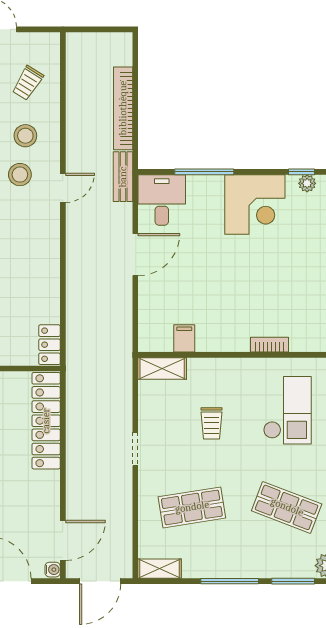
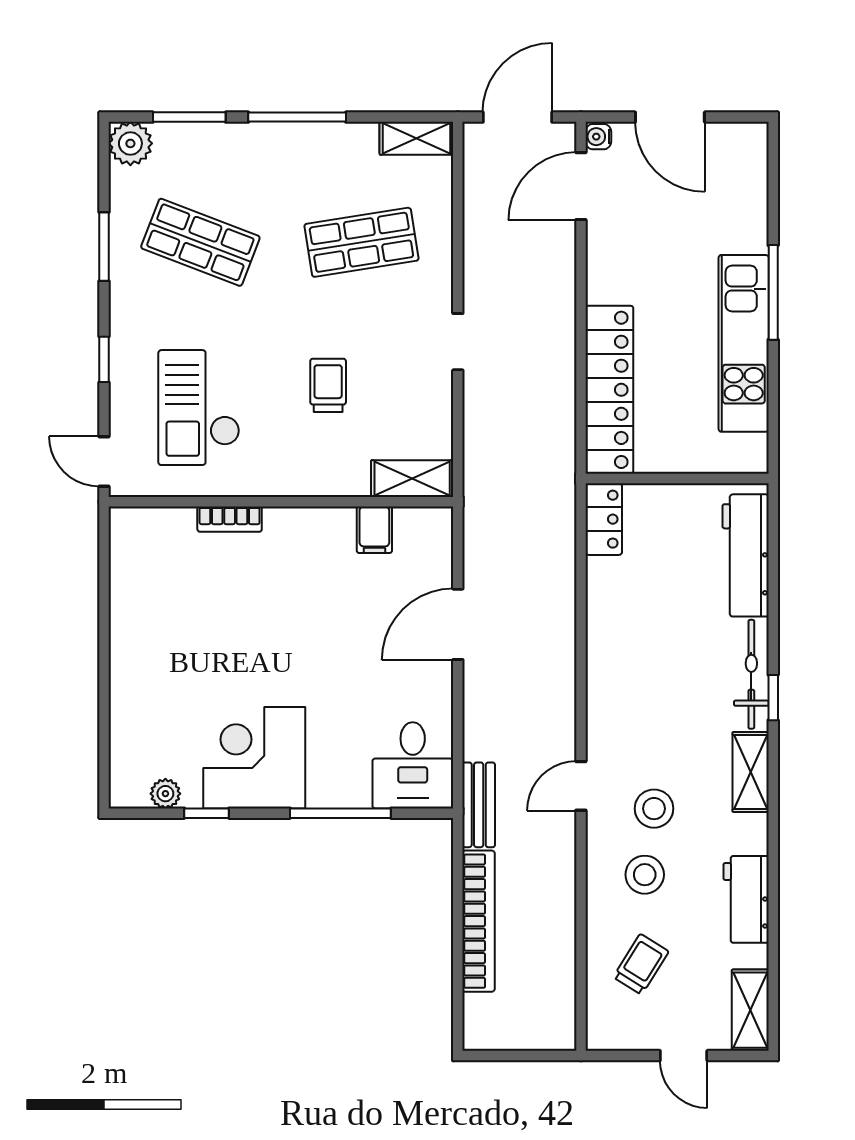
window: (302, 172) -> (207, 813), moved
door: (135, 255) -> (458, 624), moved

